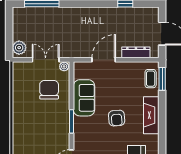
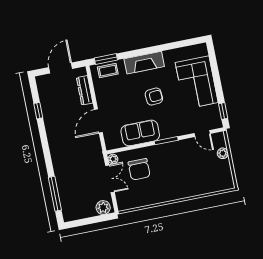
double door: (46, 60) -> (110, 179), swing flipped
door: (104, 60) -> (98, 121), hinge flipped
chair: (49, 90) -> (139, 169), turned -90

